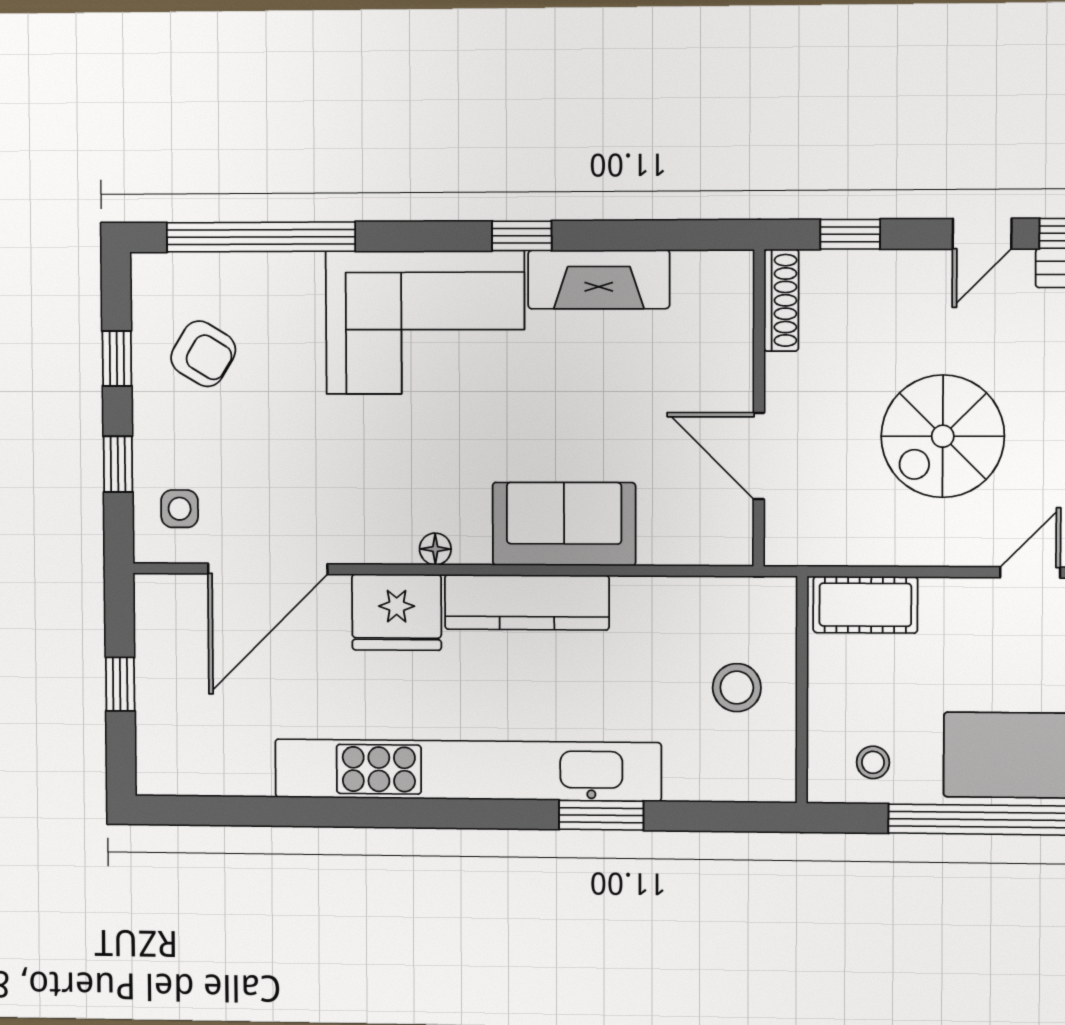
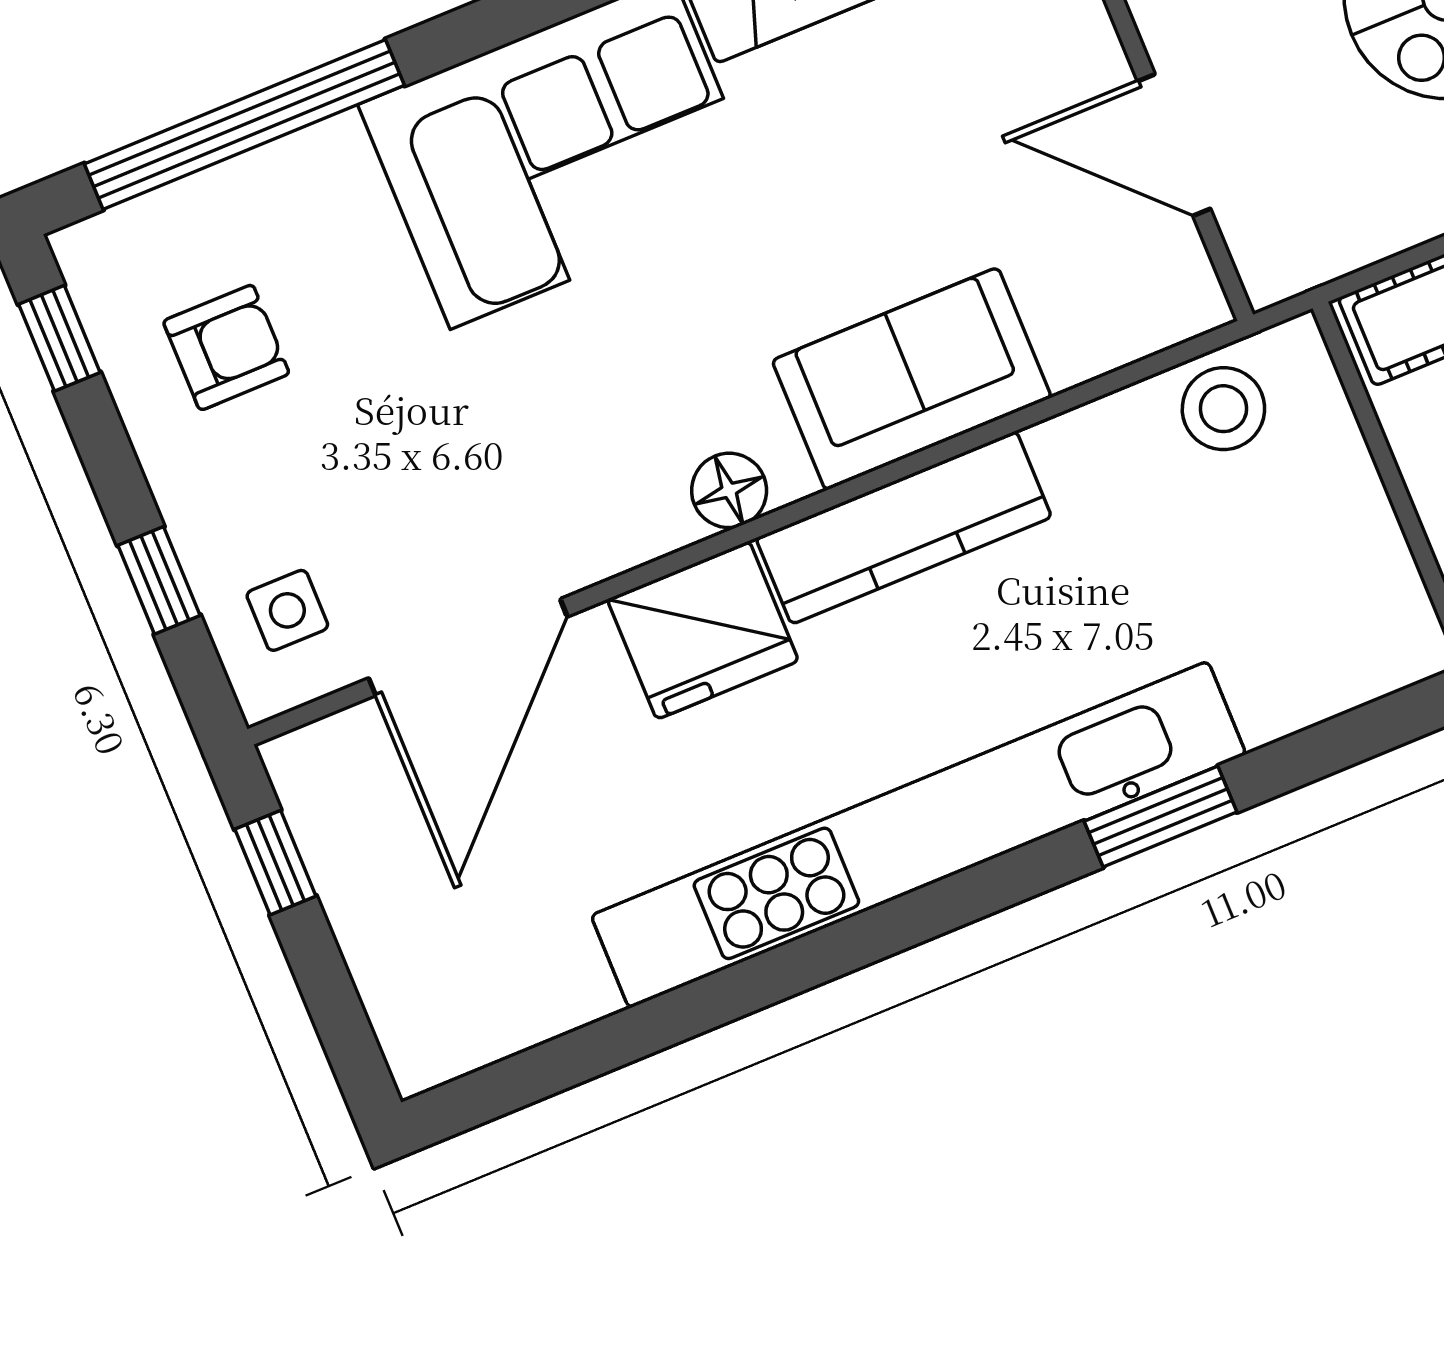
armchair: (203, 354) -> (226, 347), turned -31
window: (117, 358) -> (59, 338), moved
floor lamp: (435, 549) -> (729, 490), width x1.37, depth x1.37
window: (120, 684) -> (275, 863), moved
stool: (737, 688) -> (1223, 409), moved

